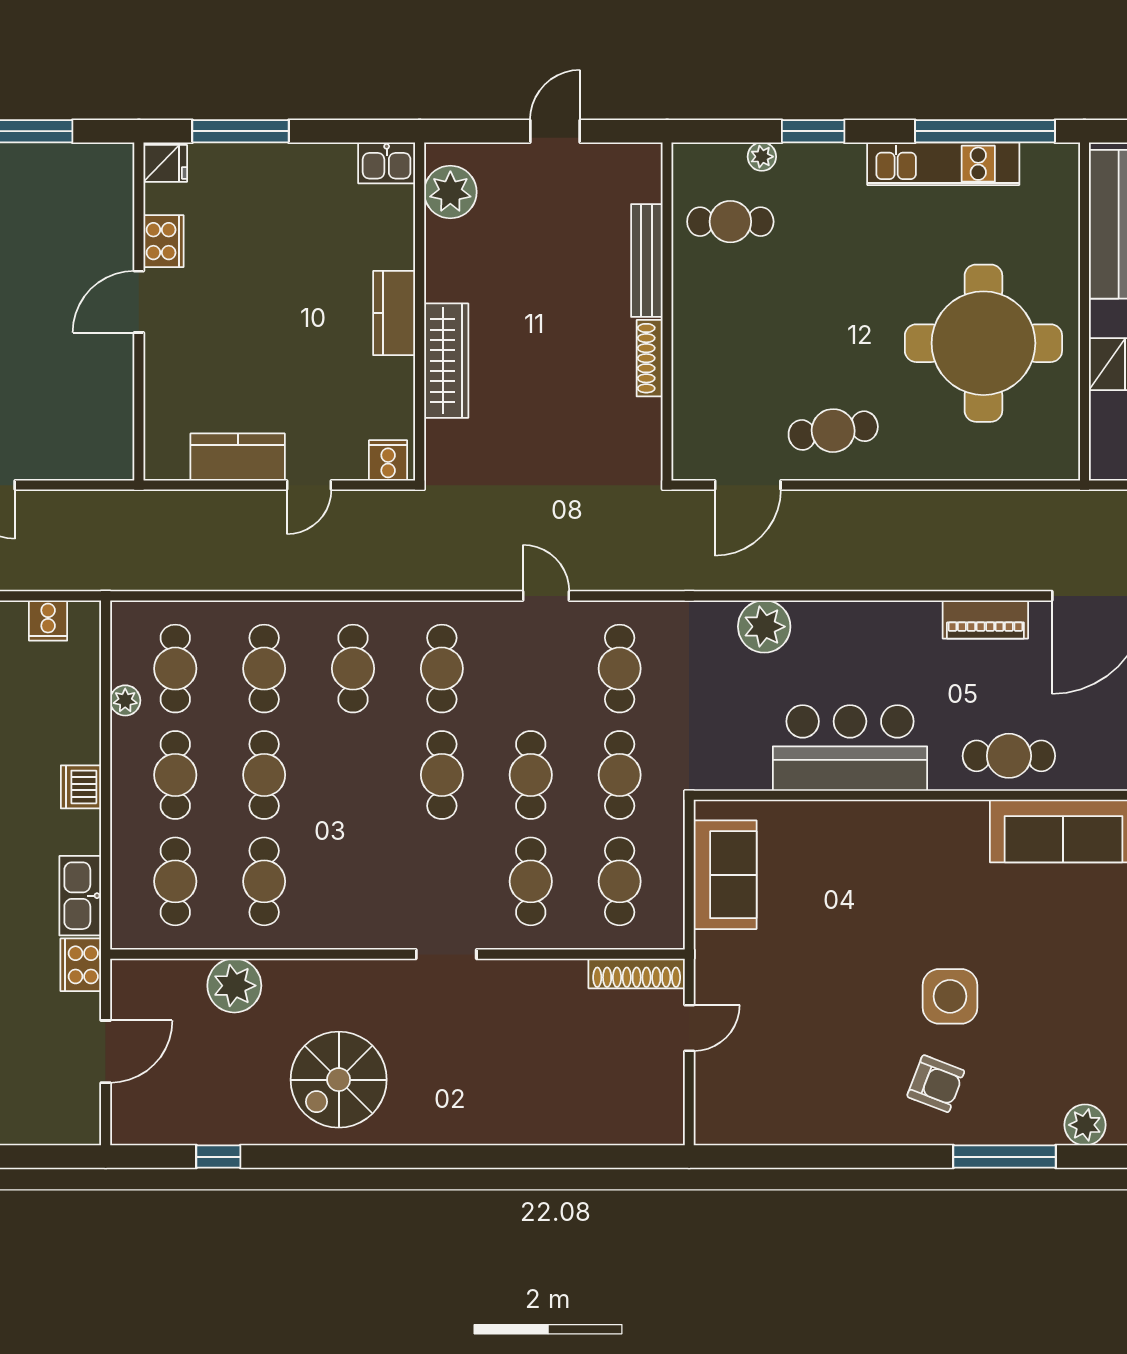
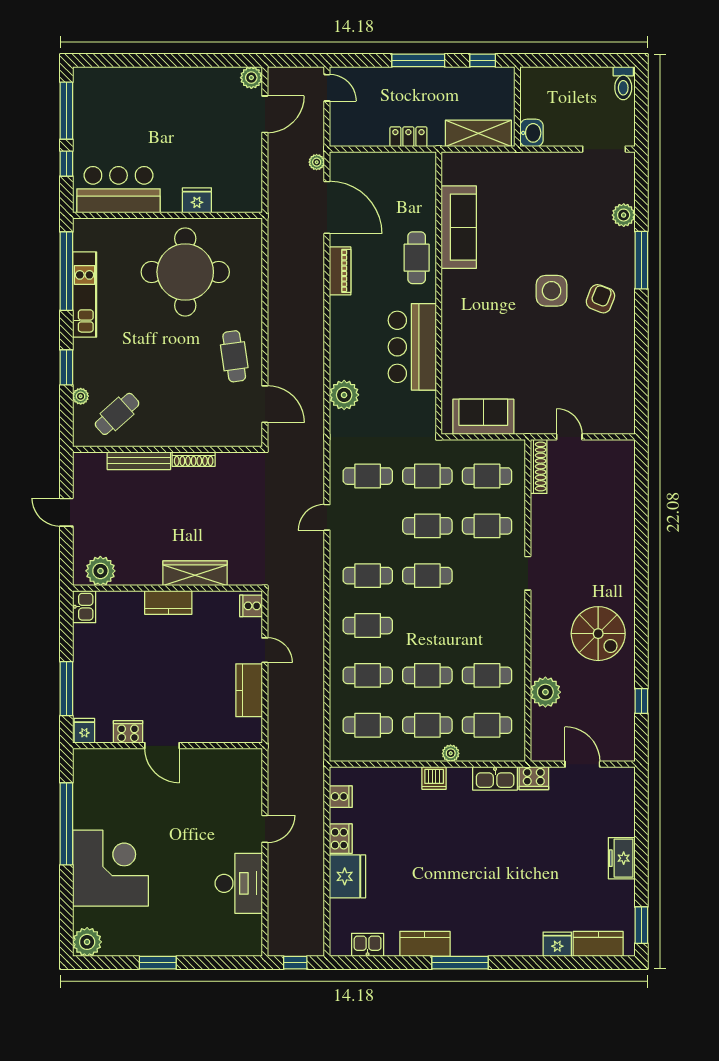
cafe table: (730, 222) -> (117, 414), turned 48
plant: (125, 700) -> (451, 753), moved

